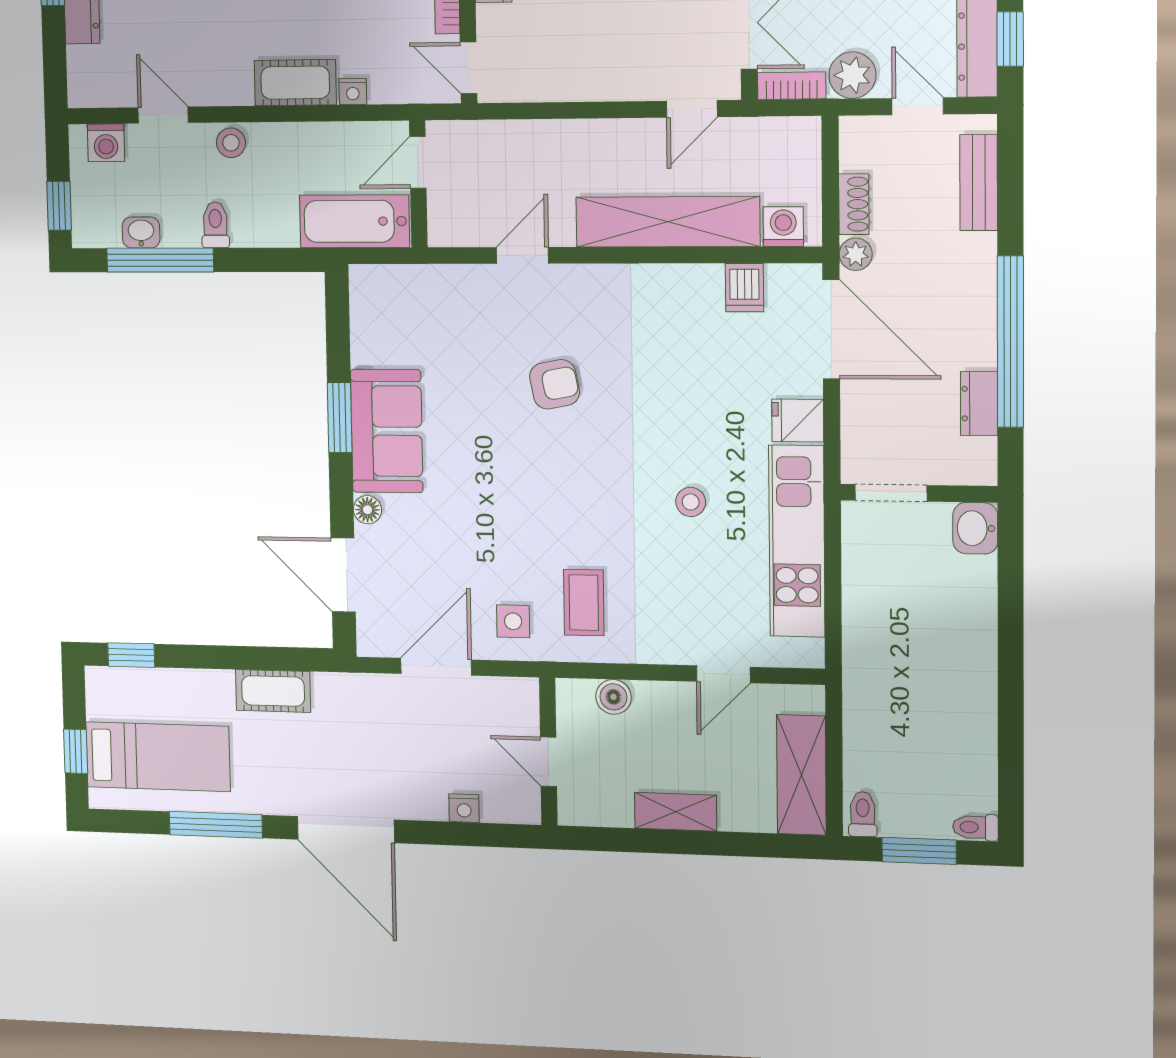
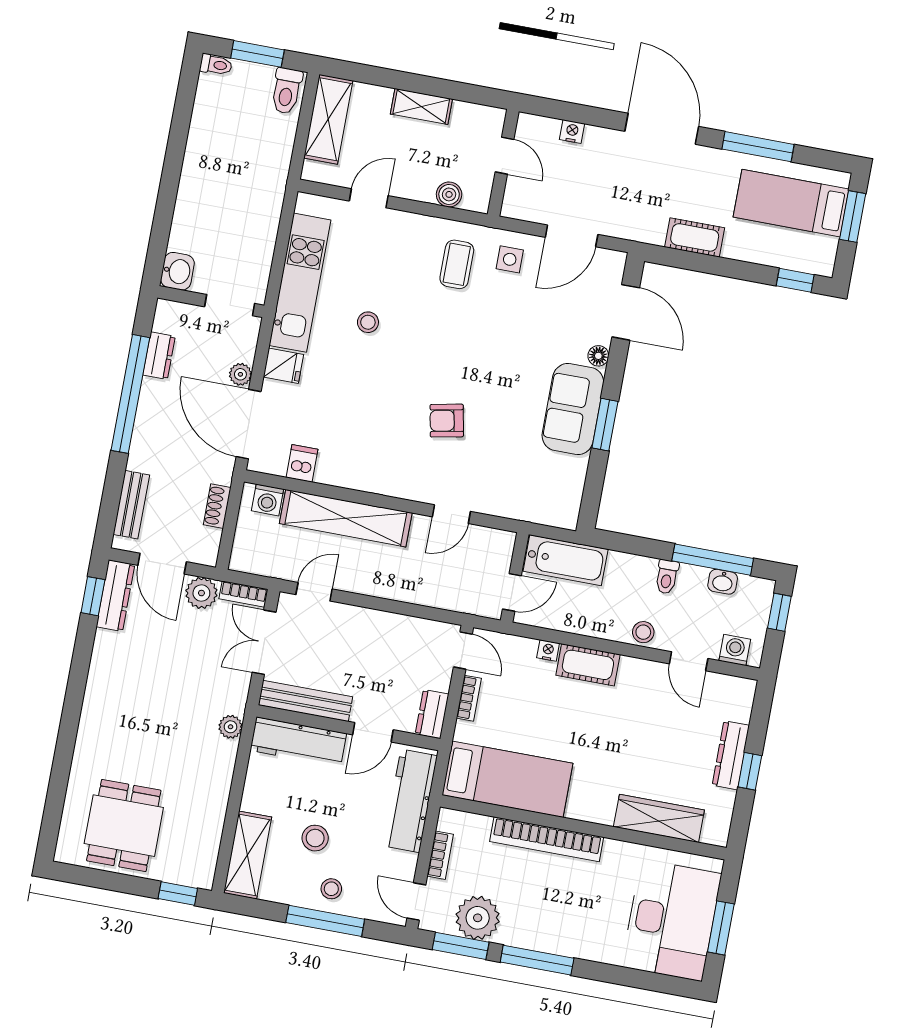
door: (918, 106) -> (162, 564), width x1.37
plant: (856, 254) -> (240, 374), moved
window: (76, 751) -> (853, 217), width x1.50
toilet: (863, 814) -> (287, 91), width x1.37, depth x1.39

